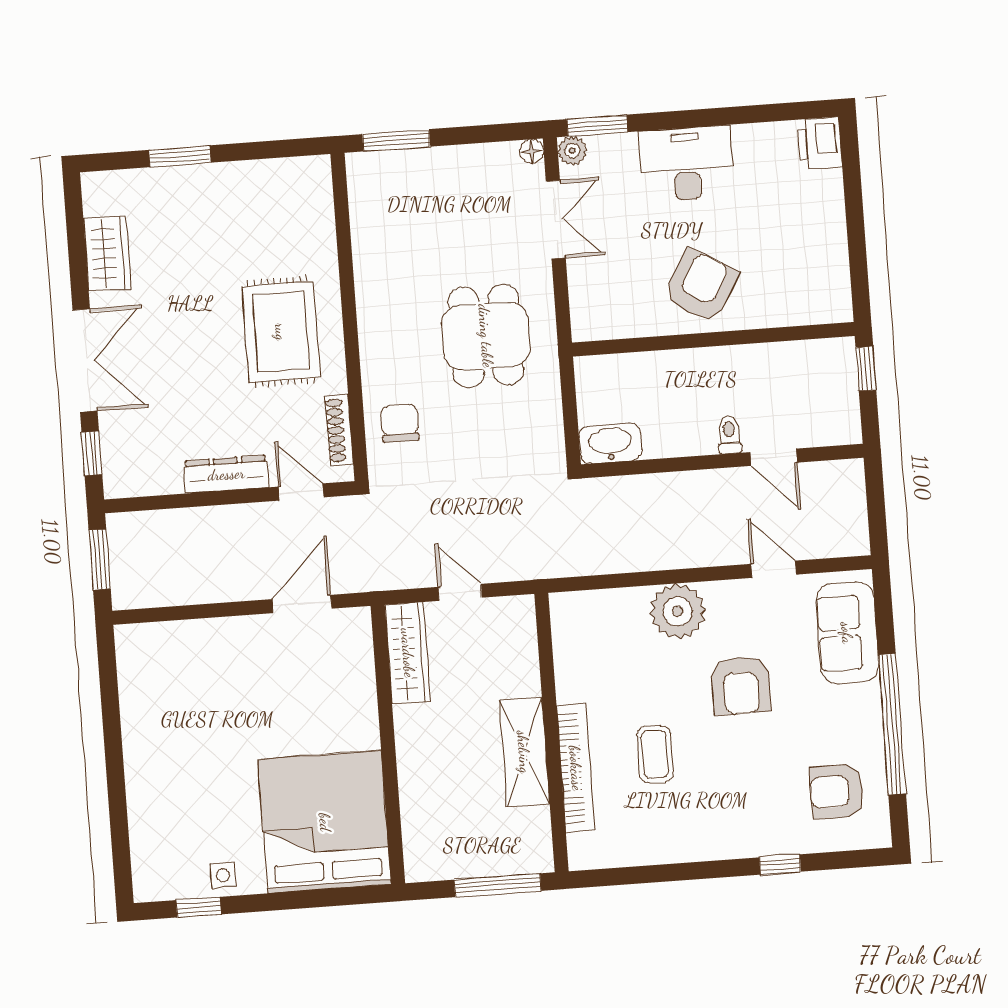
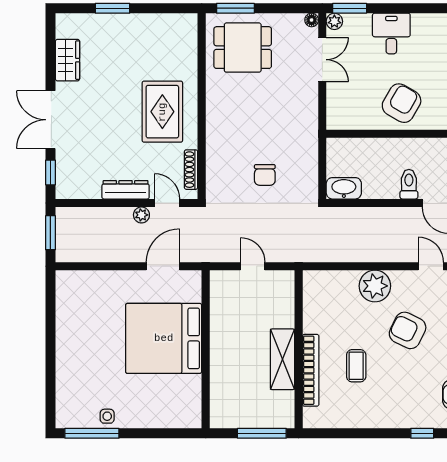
desk: (686, 164) -> (391, 34), width x0.73
dining table: (486, 336) -> (243, 48), moved, turned 90
double door: (85, 360) -> (50, 120), swing flipped
chair: (400, 423) -> (265, 175), moved, turned 180
toilet: (729, 435) -> (409, 184), width x1.37, depth x1.39
plant: (258, 516) -> (141, 215), added
wardrobe: (408, 653) -> (221, 298), removed
armchair: (741, 685) -> (408, 330), turned 116
bed: (325, 822) -> (164, 338), moved, turned -90
window: (199, 907) -> (92, 433), width x2.17

